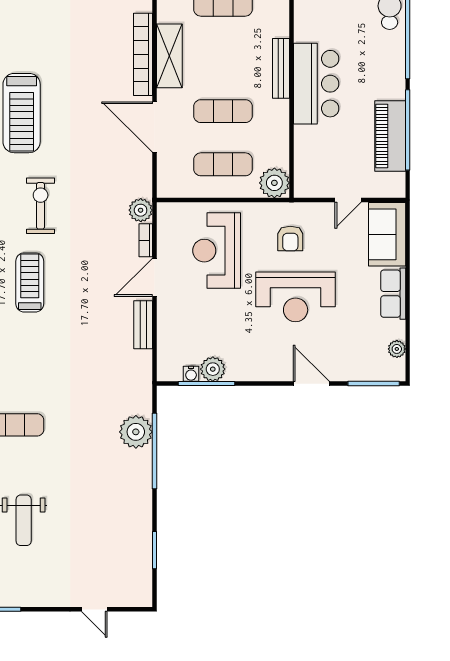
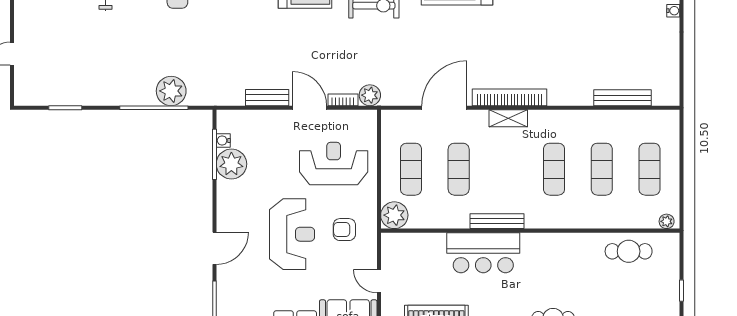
shelving: (169, 56) -> (508, 118), width x0.67, depth x0.75
reception desk: (296, 297) -> (292, 234), turned 180
plant: (213, 369) -> (231, 164), width x1.36, depth x1.36

